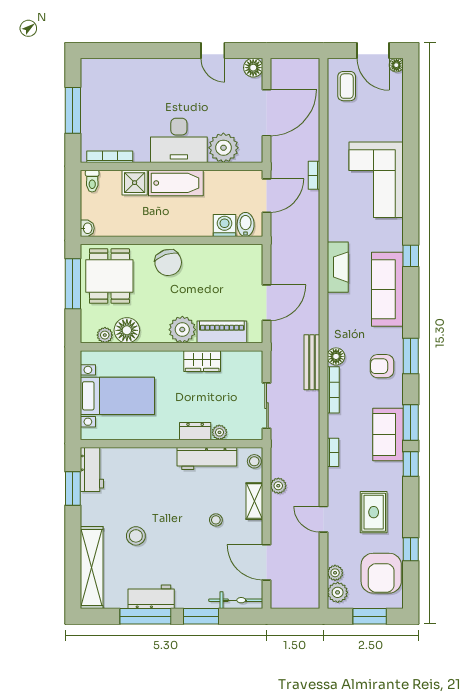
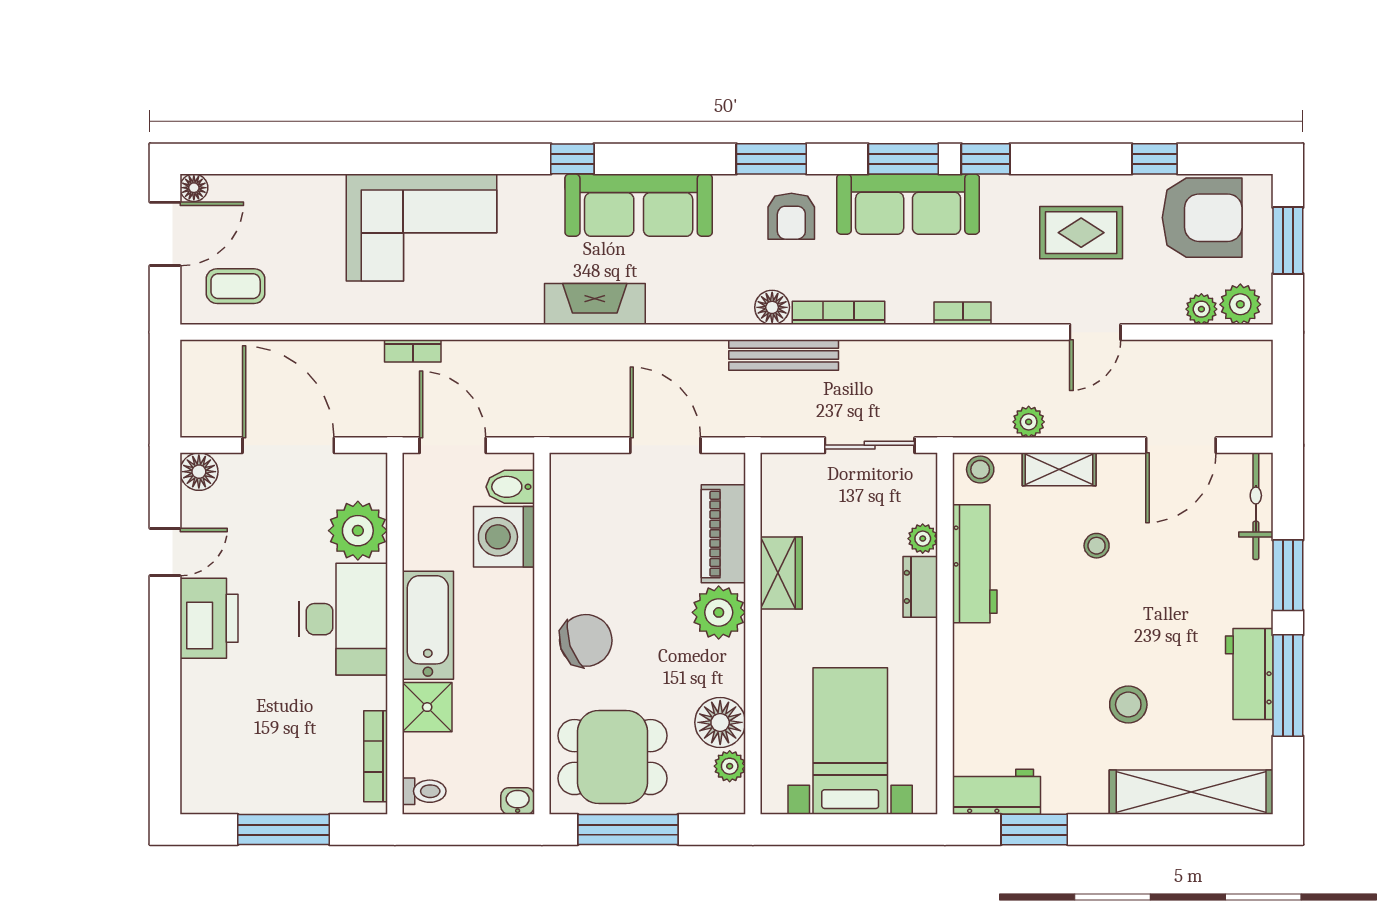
printer: (179, 73) -> (209, 618), added
washing machine: (225, 225) -> (504, 537), width x1.37, depth x1.37
sofa: (388, 434) -> (908, 204), width x1.36

